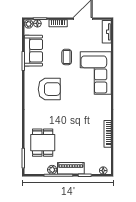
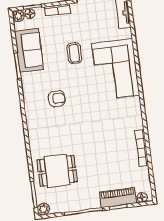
armchair: (49, 89) -> (57, 99), width x0.53, depth x0.53
dining table: (43, 143) -> (57, 171), turned 90
piano: (71, 168) -> (118, 198), moved
plant: (52, 170) -> (43, 209), moved

